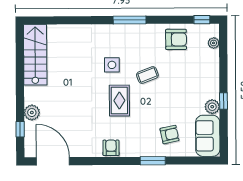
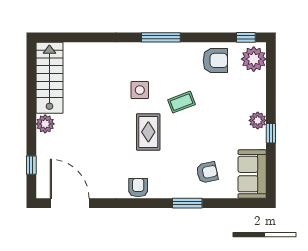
plant: (214, 43) -> (254, 59), width x1.88, depth x1.88
plant: (212, 107) -> (258, 120), moved
plant: (32, 113) -> (45, 124), moved

